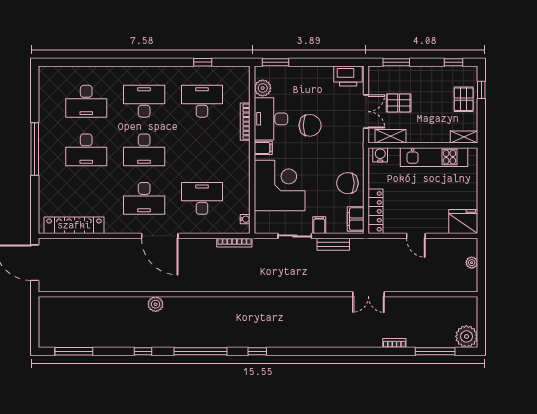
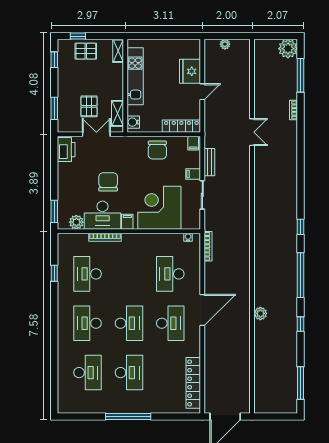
filing cabinet: (356, 219) -> (193, 143), width x0.50
fridge: (463, 222) -> (190, 71), moved

